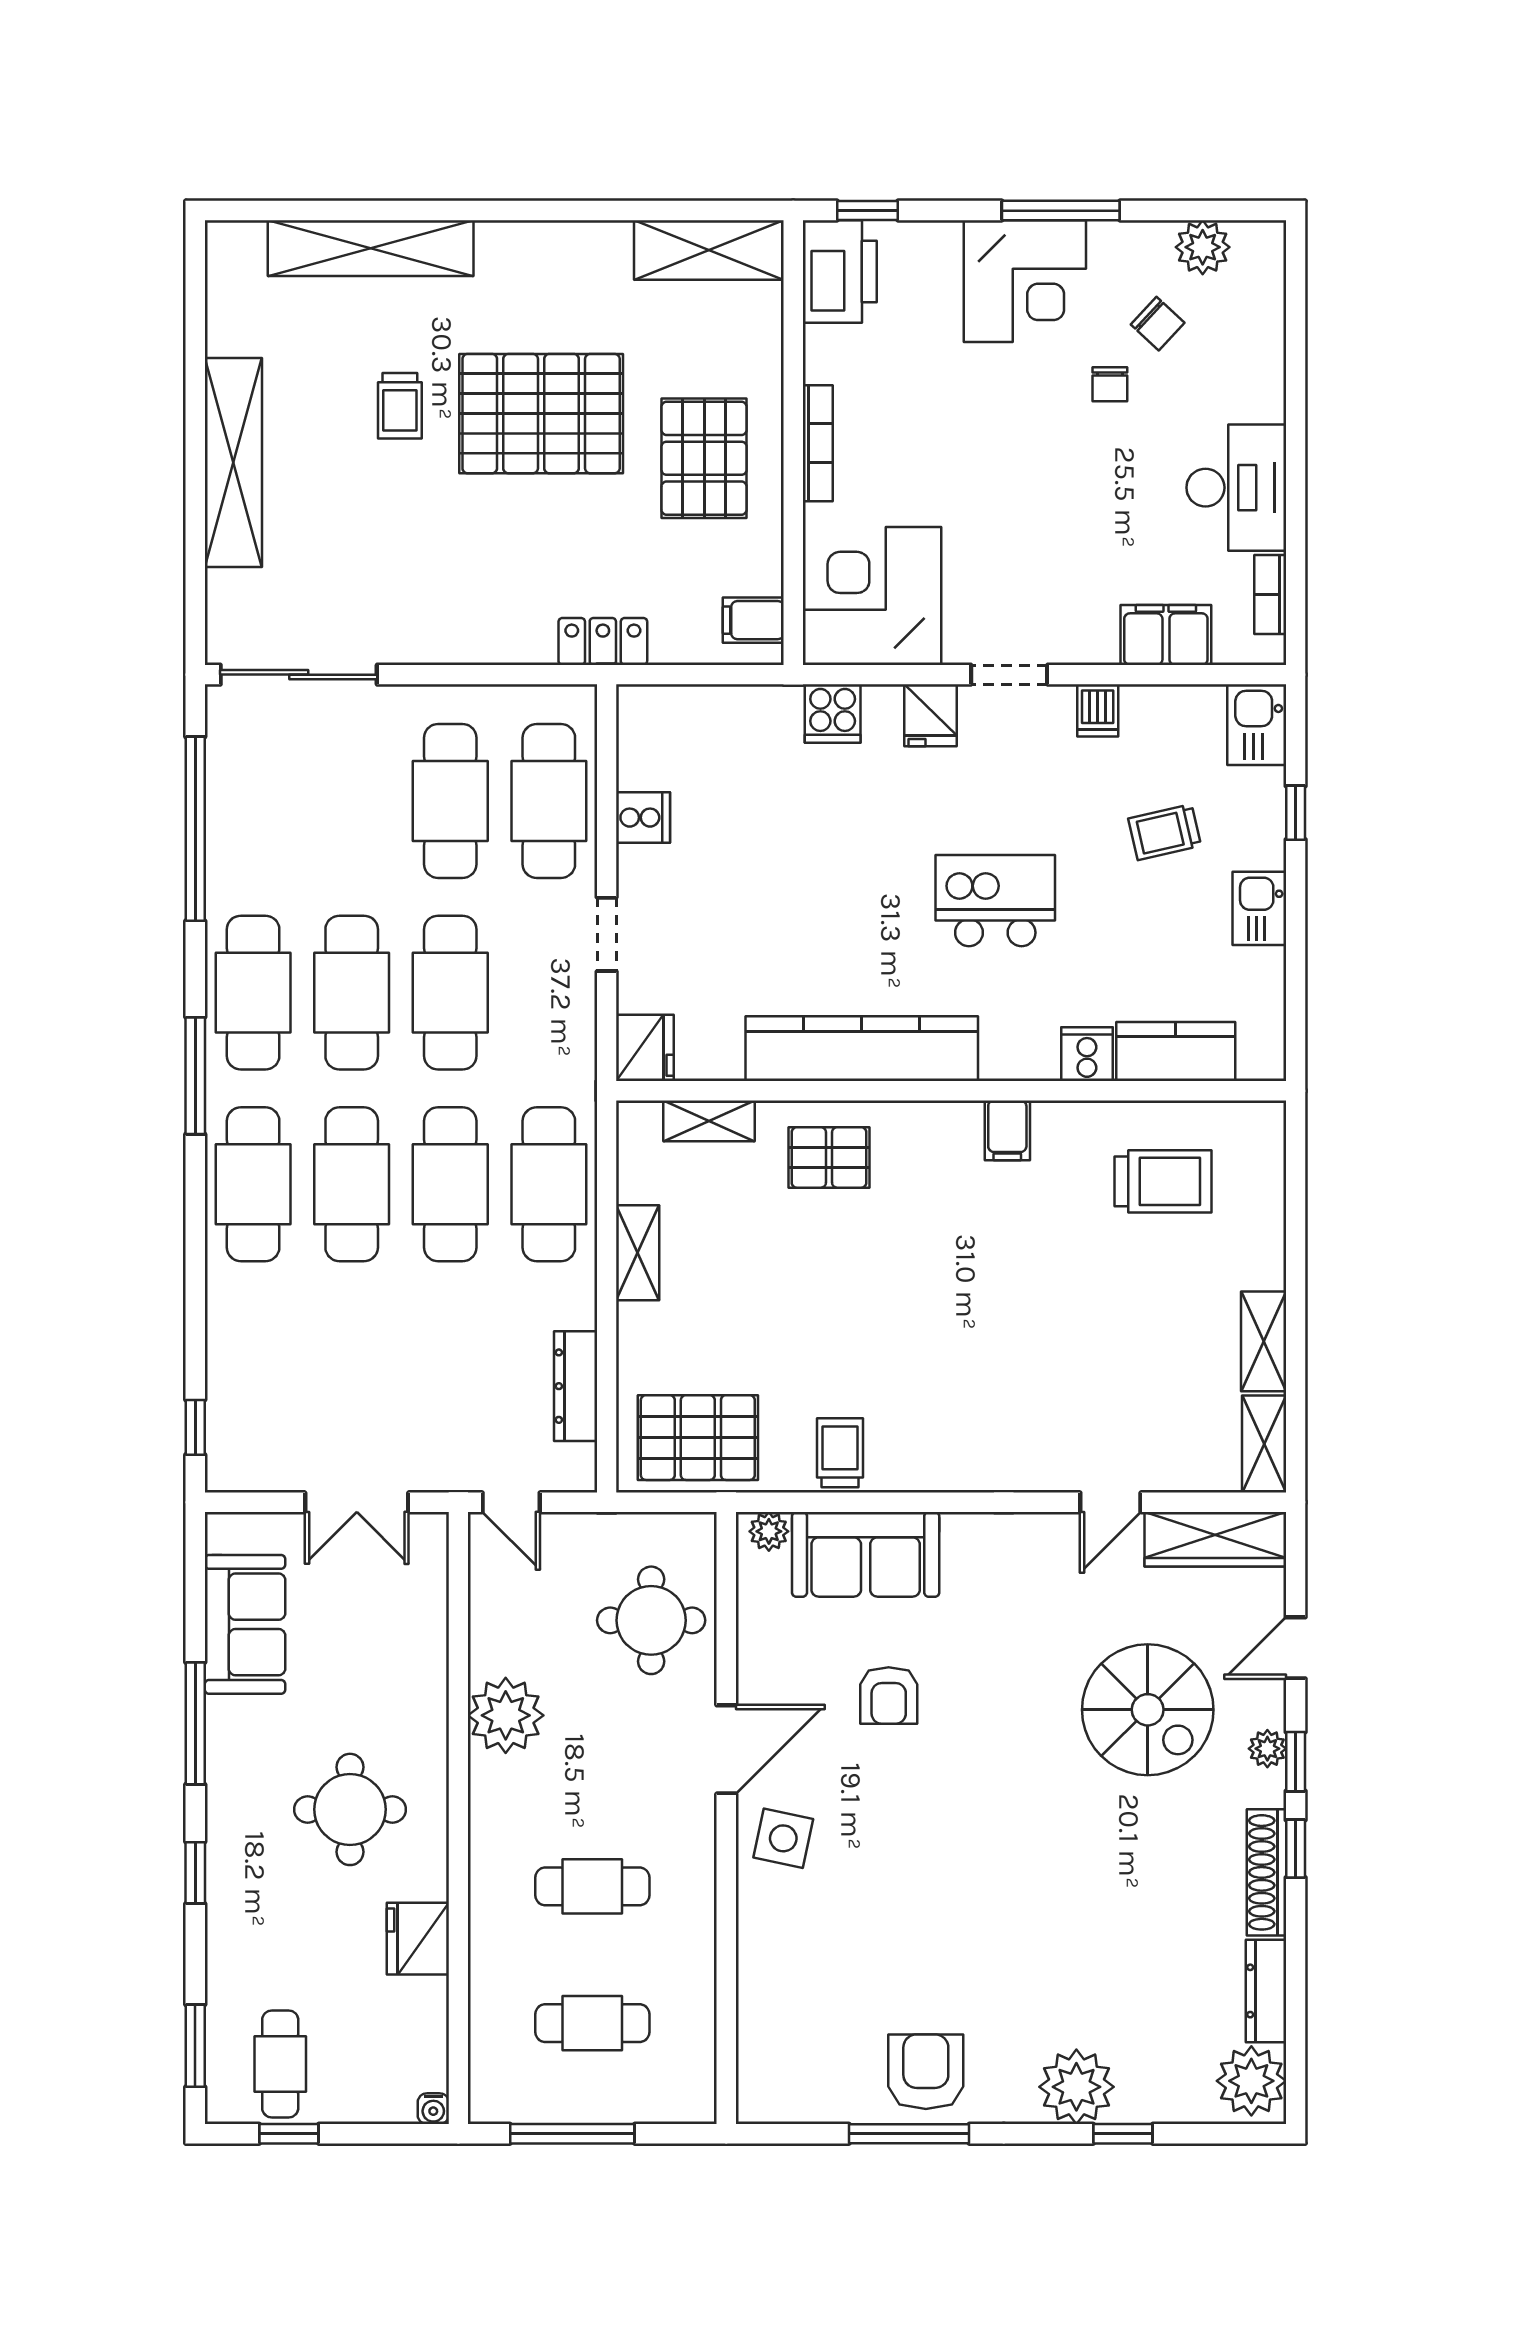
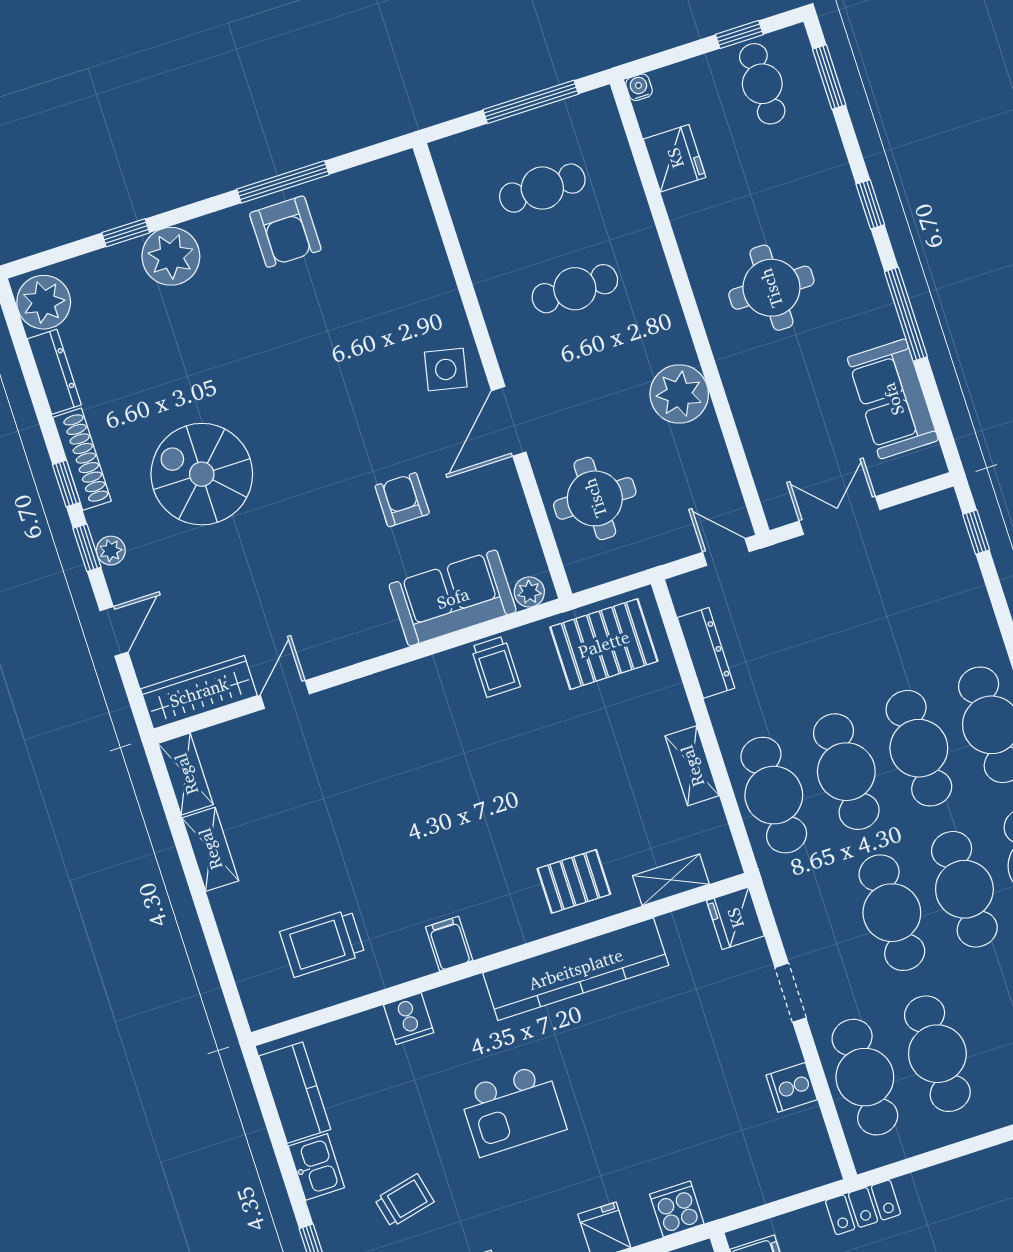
kitchen counter: (1176, 1052) -> (295, 1093), moved, turned -90
spiral stairs: (1148, 1710) -> (202, 474), moved
fridge: (418, 1939) -> (675, 158), moved

